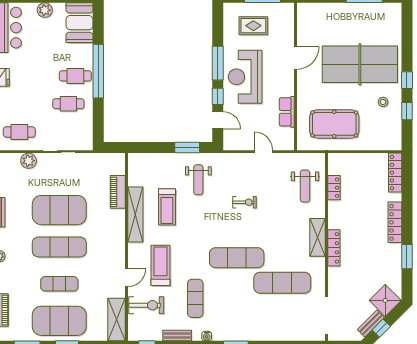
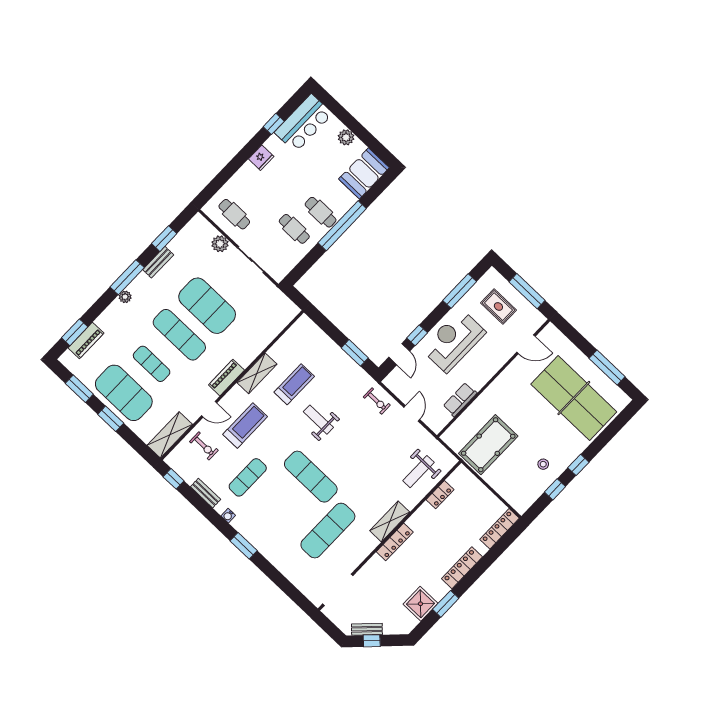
door: (296, 58) -> (526, 344), moved
window: (218, 63) -> (460, 291), moved
table tennis table: (360, 64) -> (574, 398), moved
pool table: (334, 124) -> (488, 445), turned 90
weight bench: (198, 180) -> (318, 420), moved, turned 90
piano: (118, 192) -> (226, 378), moved
exercise bike: (245, 202) -> (377, 401), moved
treadmill: (167, 207) -> (294, 384), turned 180
shelving: (135, 215) -> (257, 373), width x0.68
exercise mat: (282, 283) -> (328, 531), turned 90
shower: (385, 300) -> (420, 604), moved, turned 45
exercise bike: (146, 305) -> (204, 446), width x0.73, depth x0.72

